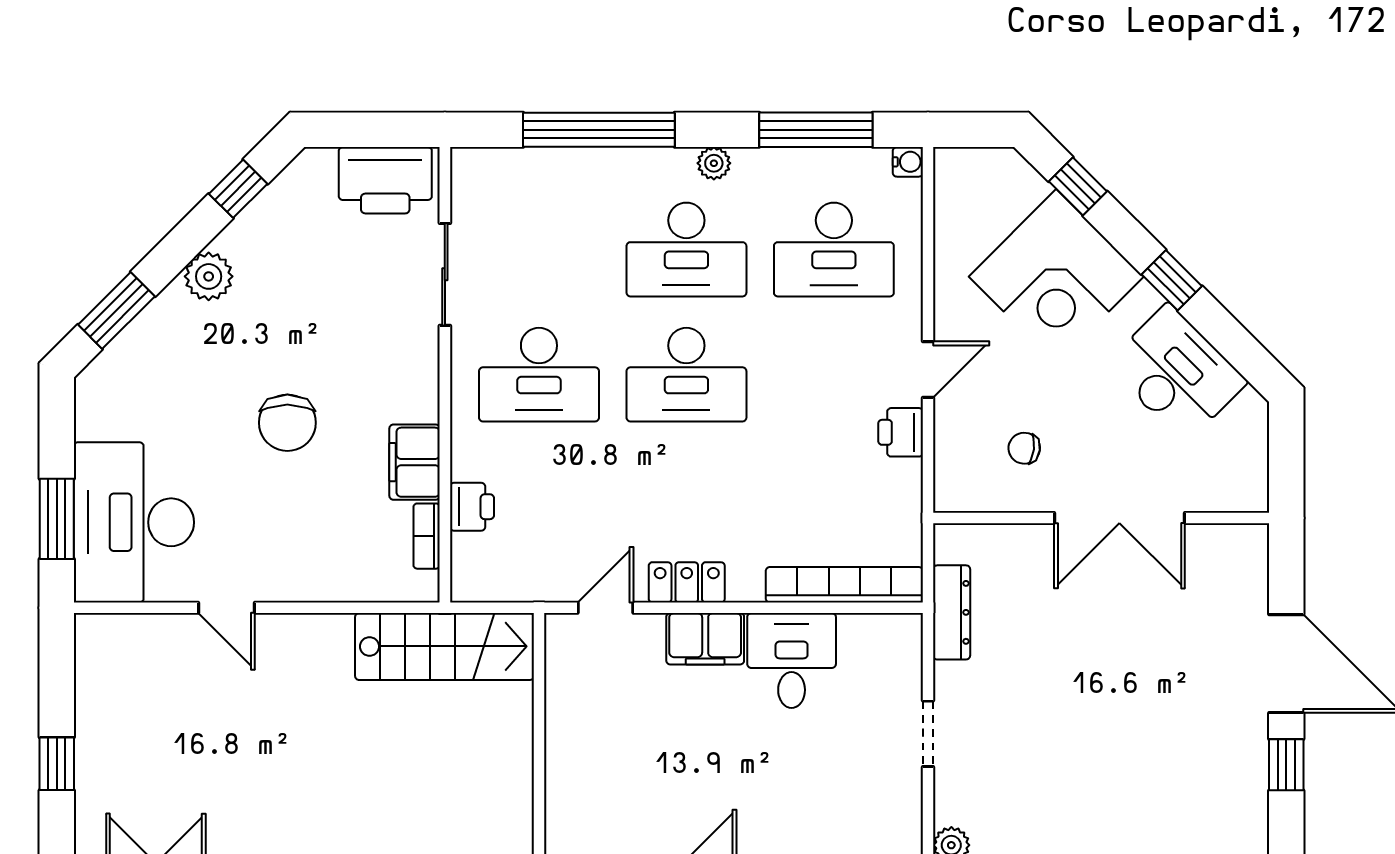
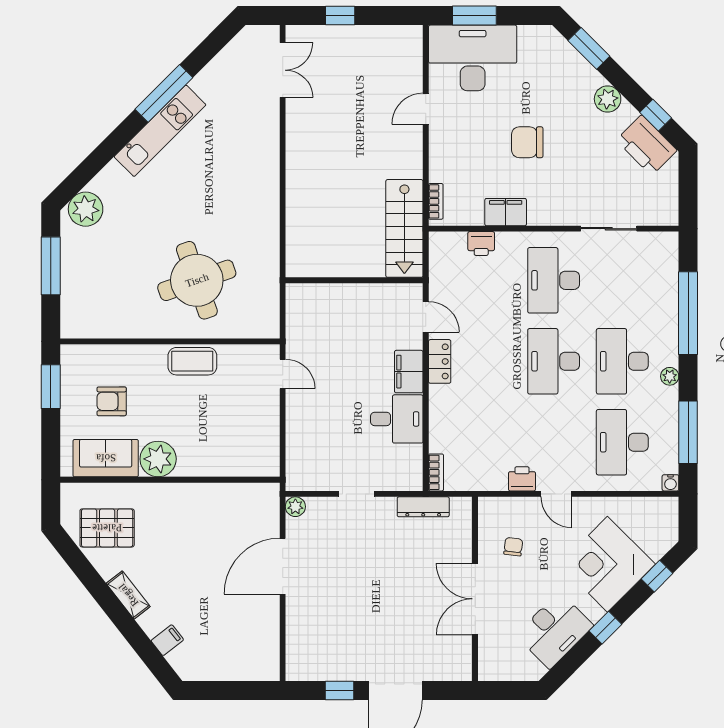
printer: (385, 180) -> (647, 145), moved, turned -45
bookcase: (427, 536) -> (436, 201), moved, turned 90
bookcase: (844, 585) -> (436, 472), width x0.43, depth x0.76

